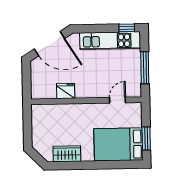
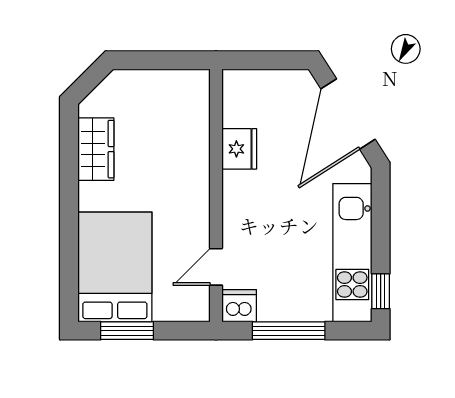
dishwasher: (134, 90) -> (239, 306), added
door: (117, 100) -> (216, 267), swing flipped

